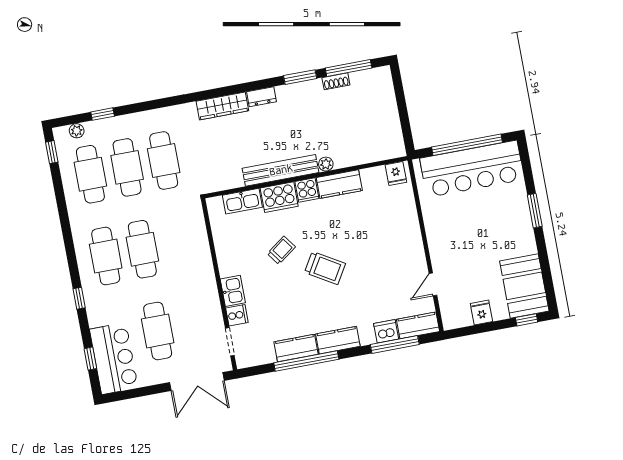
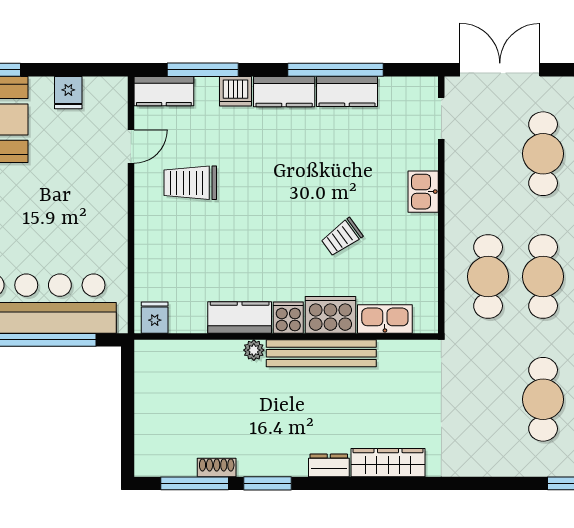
cafe table: (164, 161) -> (488, 277), moved
trolley: (325, 268) -> (190, 183), moved, turned -31
cooker: (237, 315) -> (424, 155), removed
dishwasher: (386, 331) -> (235, 91), moved

